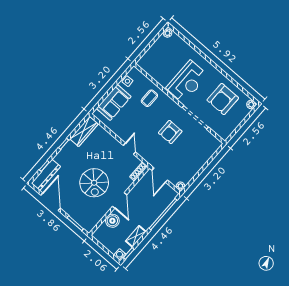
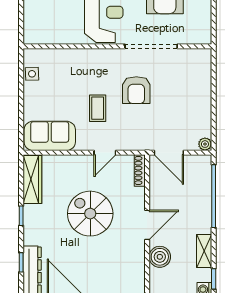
coffee table: (149, 98) -> (98, 108), moved
sofa: (114, 103) -> (50, 136), moved, turned -90
door: (129, 149) -> (105, 153), swing flipped
spiral stairs: (94, 183) -> (90, 214), moved, turned 180
door: (120, 200) -> (147, 225), hinge flipped

